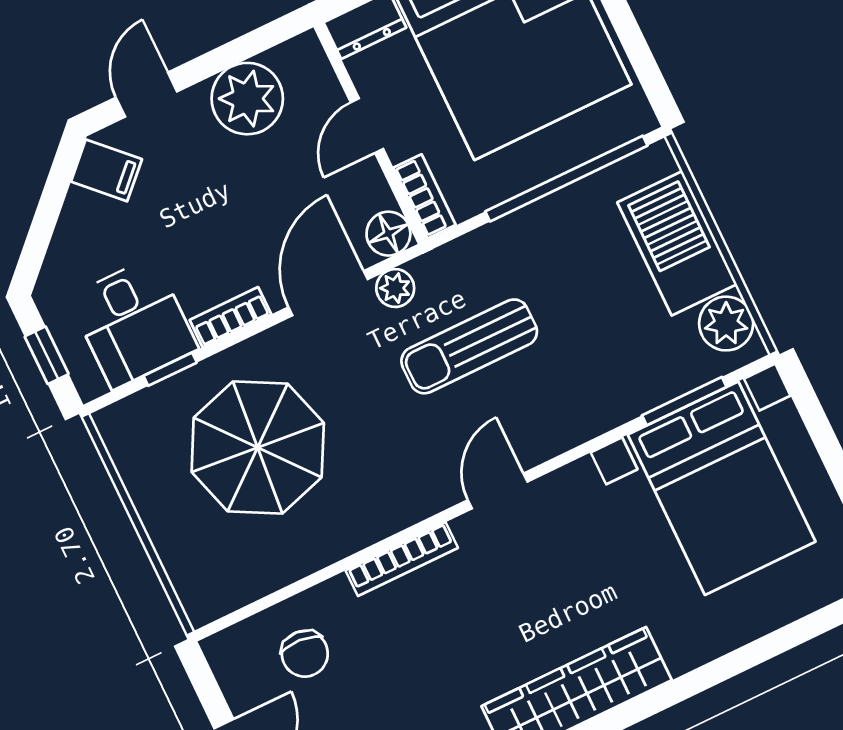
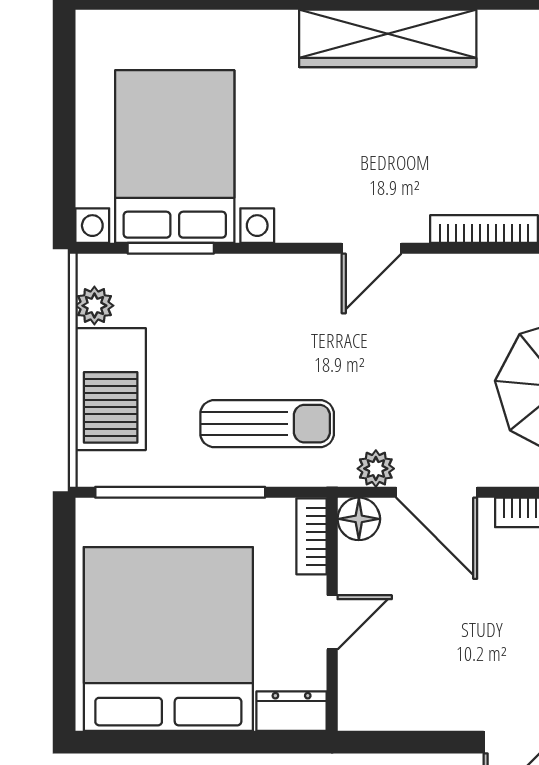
plant: (247, 99) -> (425, 696), removed
door: (328, 293) -> (437, 492), hinge flipped
plant: (726, 324) -> (94, 306), width x0.73, depth x0.73
sun lounger: (469, 346) -> (267, 424), moved

